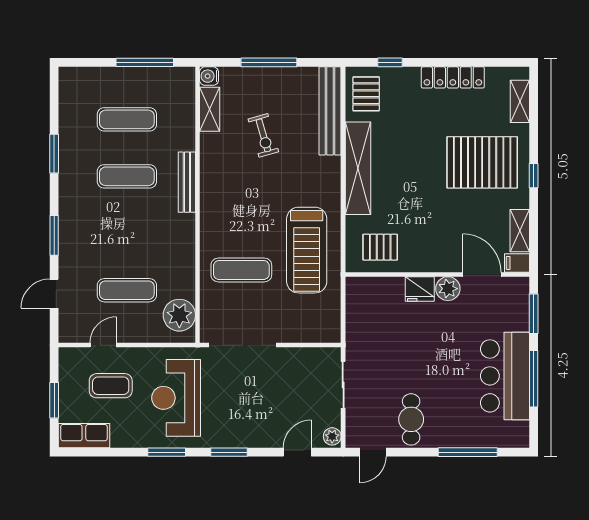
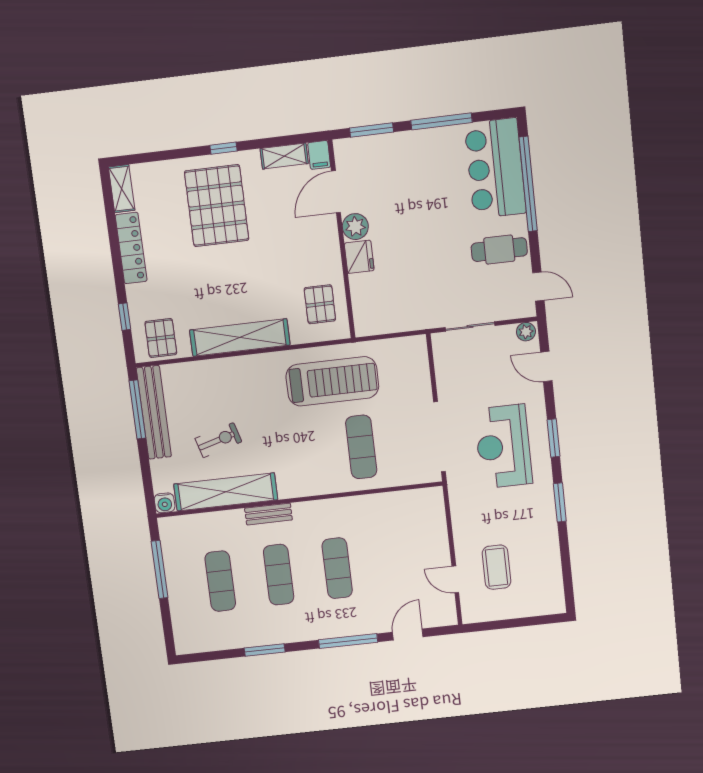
window: (269, 62) -> (137, 409), moved
pallet: (366, 94) -> (161, 338), turned 90
shelving: (520, 101) -> (122, 189), moved, turned 90
shelving: (210, 109) -> (226, 492), width x2.20, depth x1.33
bench: (330, 111) -> (154, 412), moved, turned 90
bench: (187, 182) -> (268, 514), width x0.73
window: (54, 235) -> (348, 641), width x1.44
exercise mat: (127, 290) -> (337, 568), moved
door: (54, 294) -> (408, 634), swing flipped
plant: (179, 315) -> (416, 505), removed
bar counter: (505, 376) -> (495, 168), moved, turned 90
reception desk: (176, 398) -> (503, 446), moved, turned 90
window: (54, 400) -> (518, 623), removed
row of seats: (84, 436) -> (551, 588), removed
window: (468, 452) -> (528, 184), width x1.46

